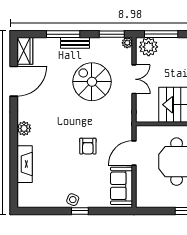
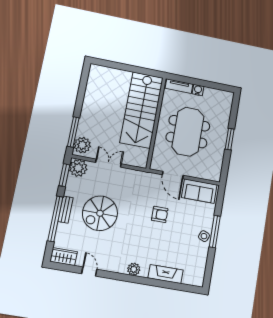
window: (63, 34) -> (55, 219), width x1.46
plant: (127, 43) -> (78, 168), width x1.88, depth x1.88
door: (14, 81) -> (89, 272), width x0.53
spiral stairs: (92, 82) -> (100, 213), moved
window: (80, 211) -> (215, 232), width x2.17

